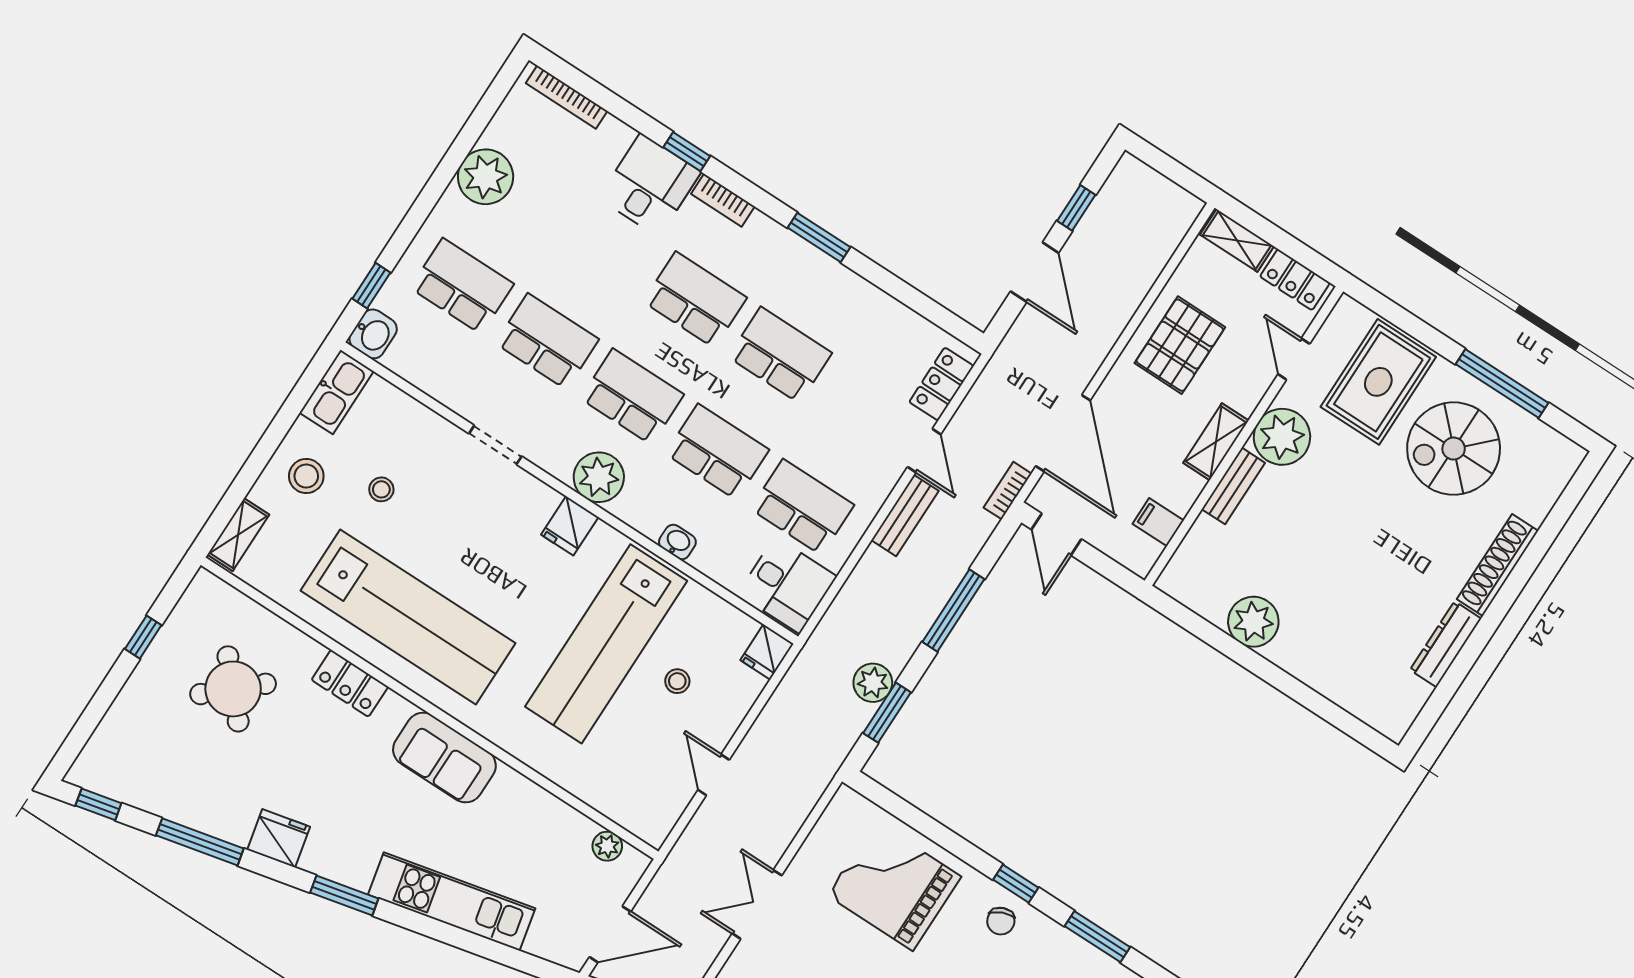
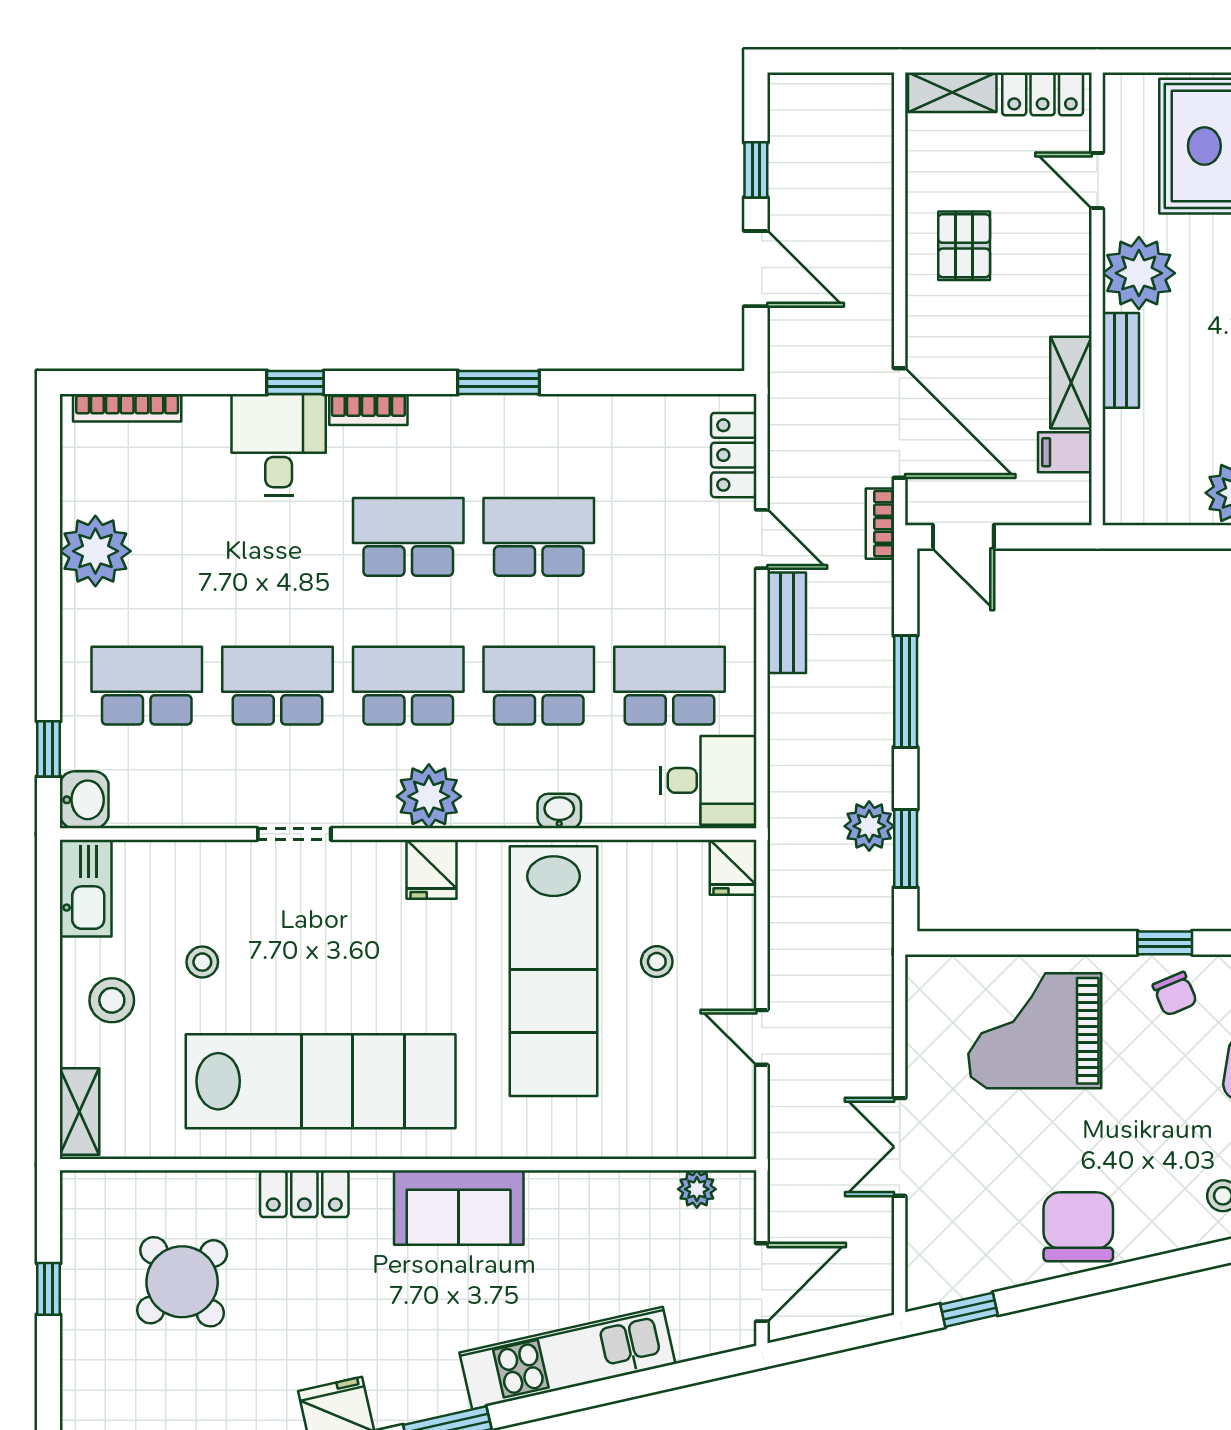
pallet: (1180, 345) -> (964, 246), width x0.67, depth x0.71
shelving: (1216, 442) -> (1071, 383), moved

